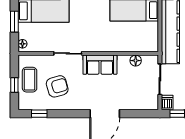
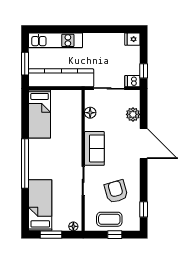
plant: (134, 103) -> (133, 114), added

